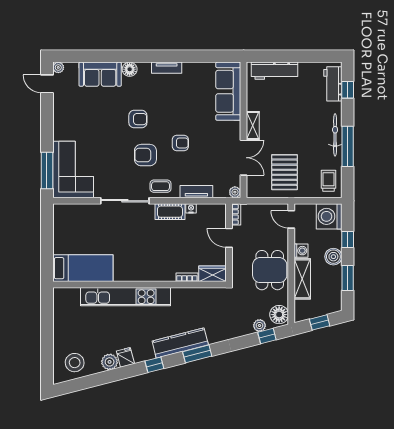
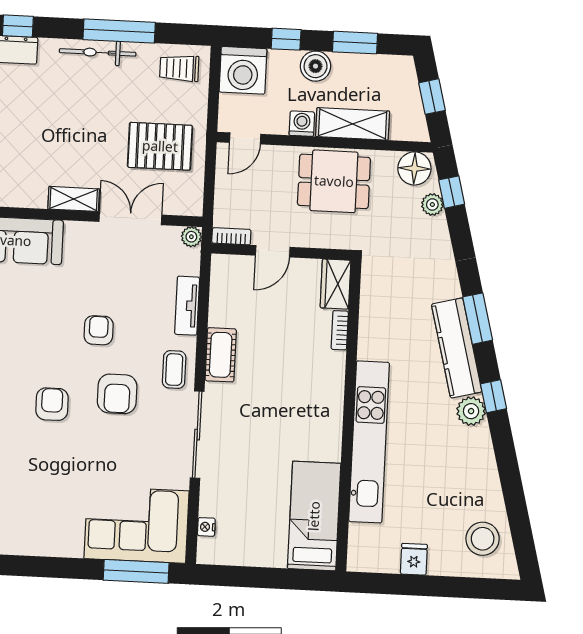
nightstand: (191, 208) -> (206, 527), moved
fridge: (125, 357) -> (414, 559), moved, turned 104
plant: (110, 362) -> (471, 411), moved

